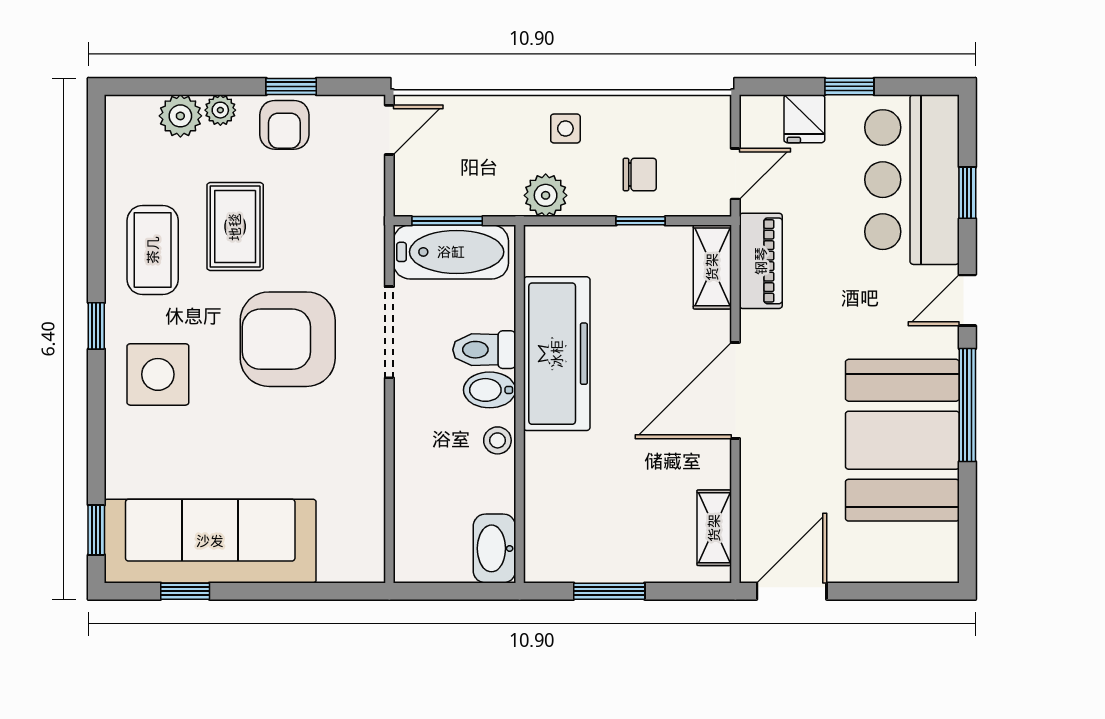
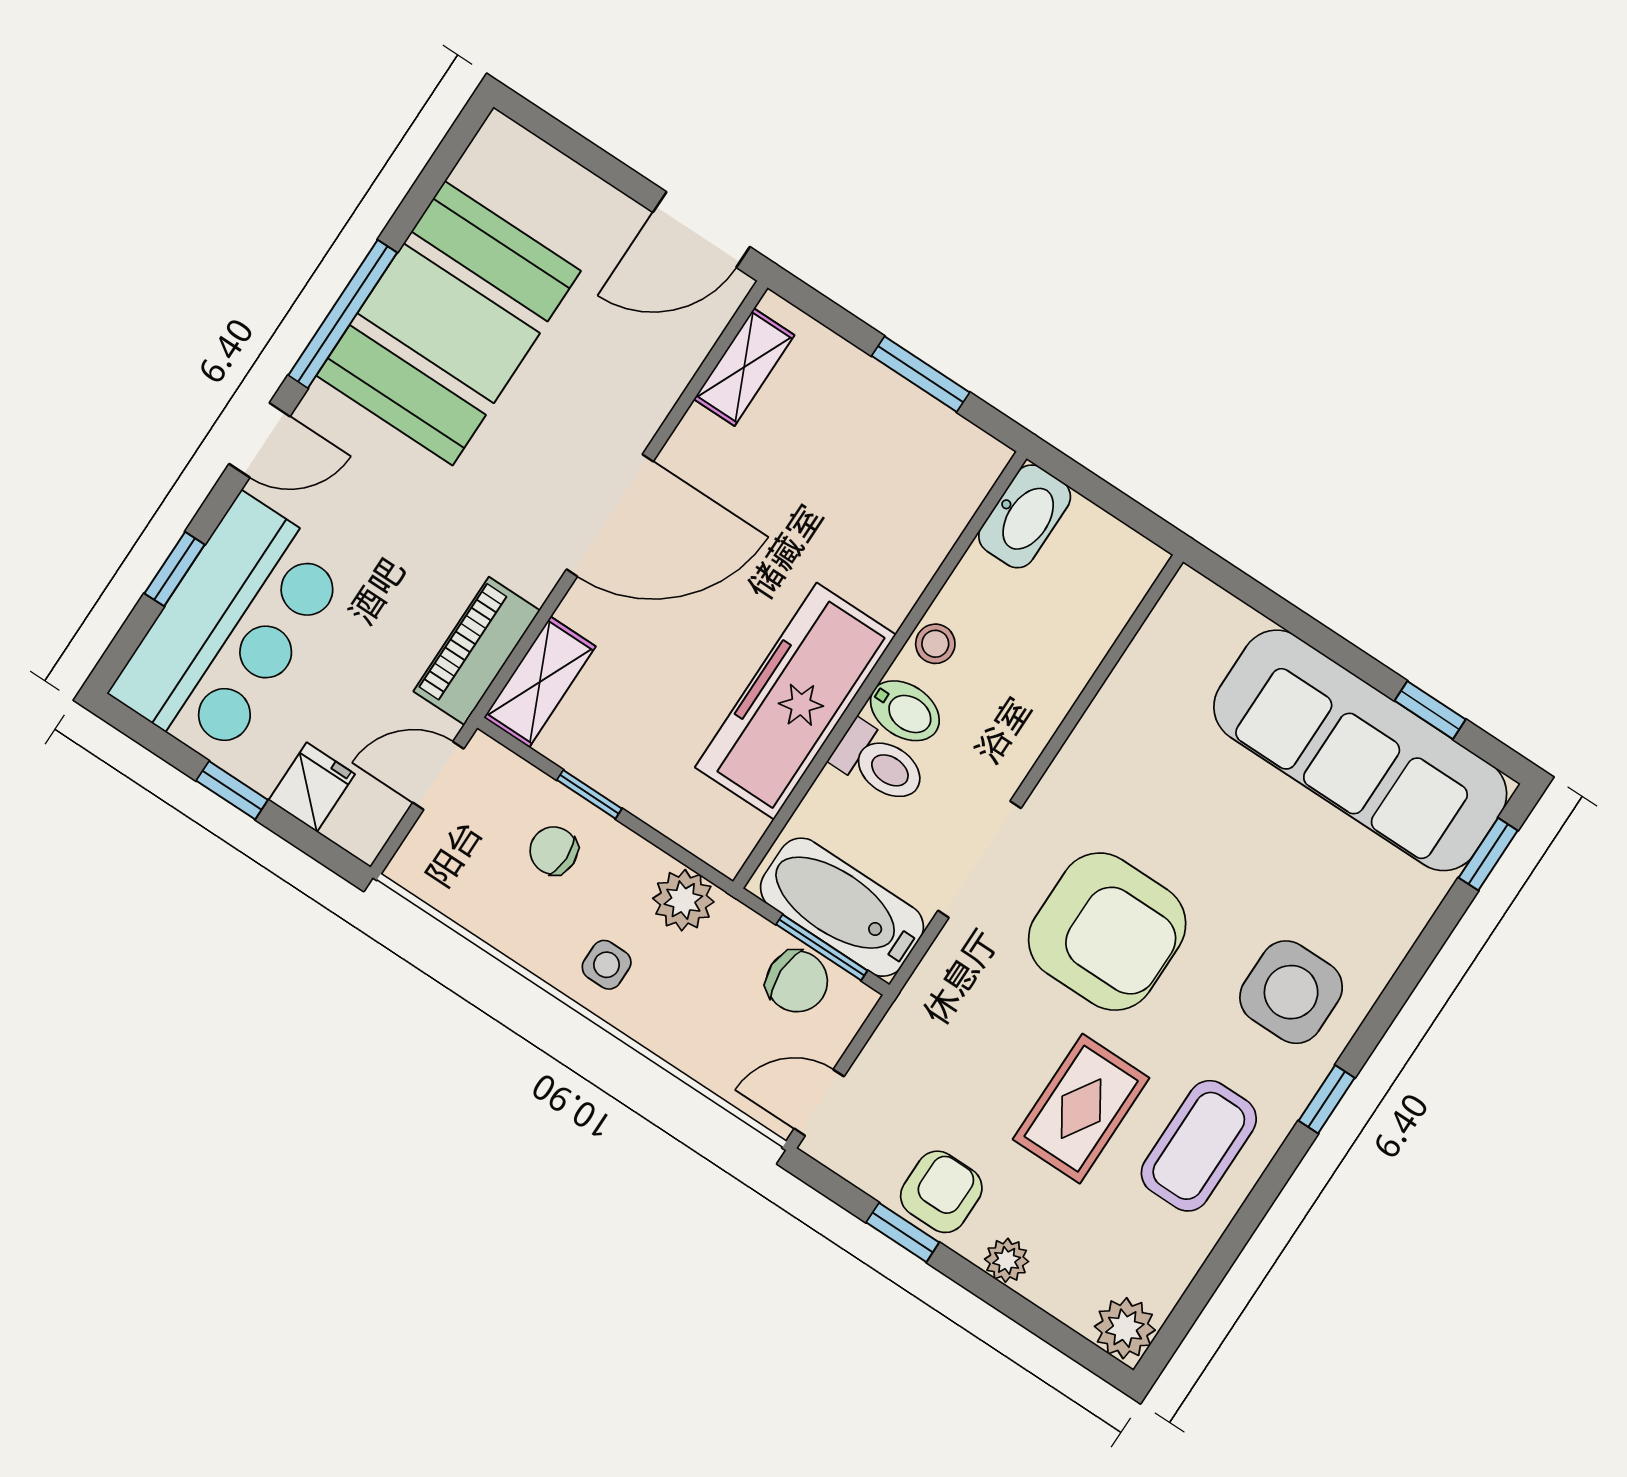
plant: (180, 116) -> (1125, 1328), moved
chair: (449, 192) -> (797, 981), added

